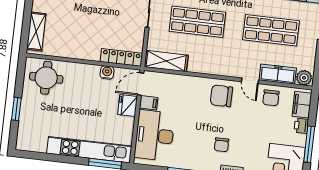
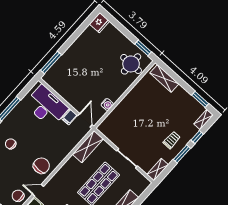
locker: (121, 57) -> (110, 120), removed
fridge: (128, 106) -> (100, 23), moved, turned 90
window: (16, 109) -> (143, 48), moved
kitchen unit: (89, 150) -> (67, 59), removed

